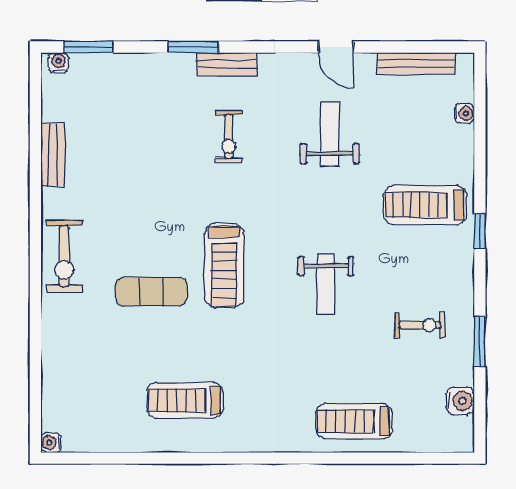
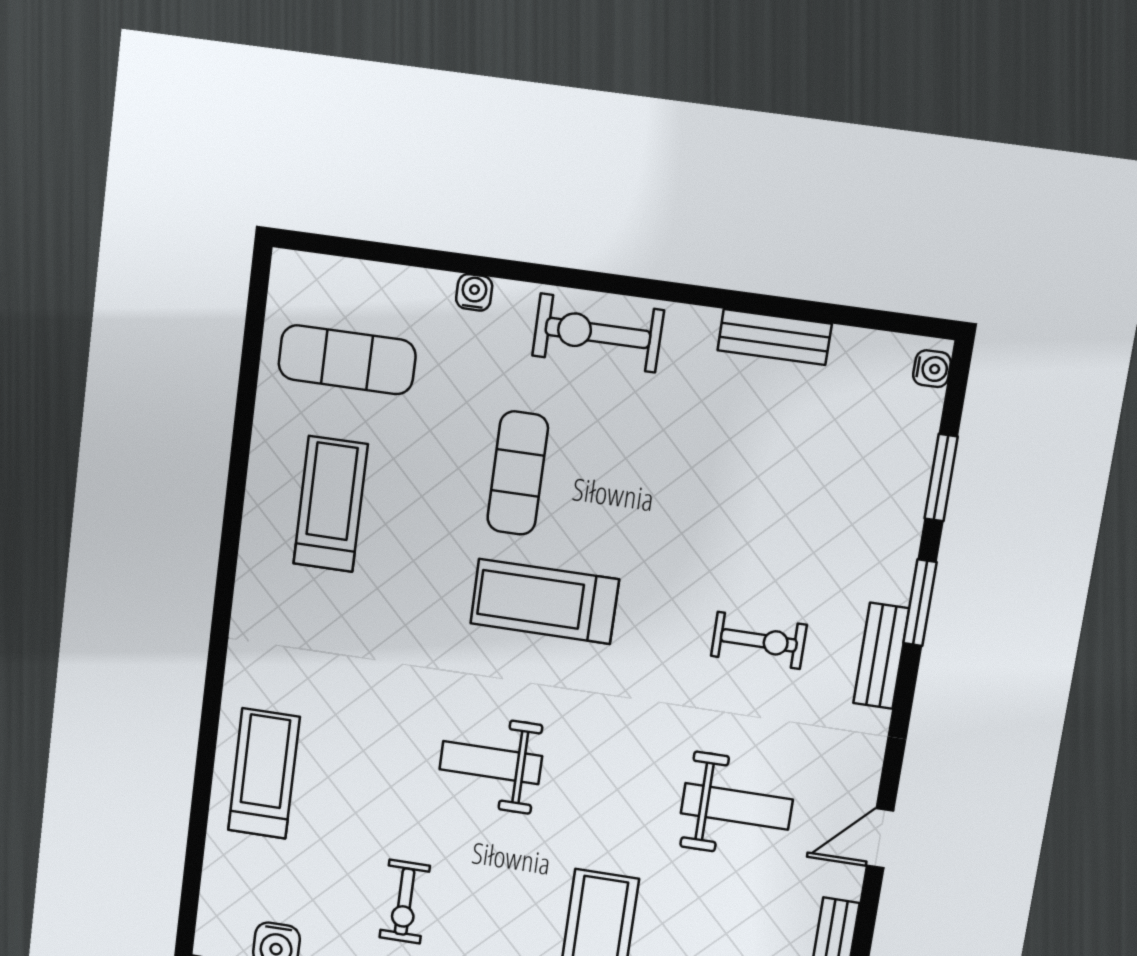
window: (89, 47) -> (941, 478), moved
exercise bike: (229, 136) -> (759, 640), turned 180
exercise mat: (100, 401) -> (347, 360), added
water cooler: (51, 443) -> (474, 292), moved

